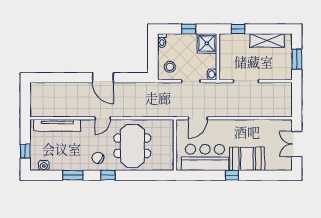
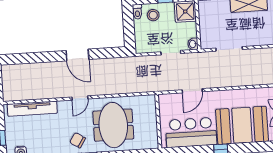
stool: (170, 67) -> (153, 15), moved
door: (198, 118) -> (192, 91), moved
booth: (247, 159) -> (242, 125), width x1.36, depth x1.42

